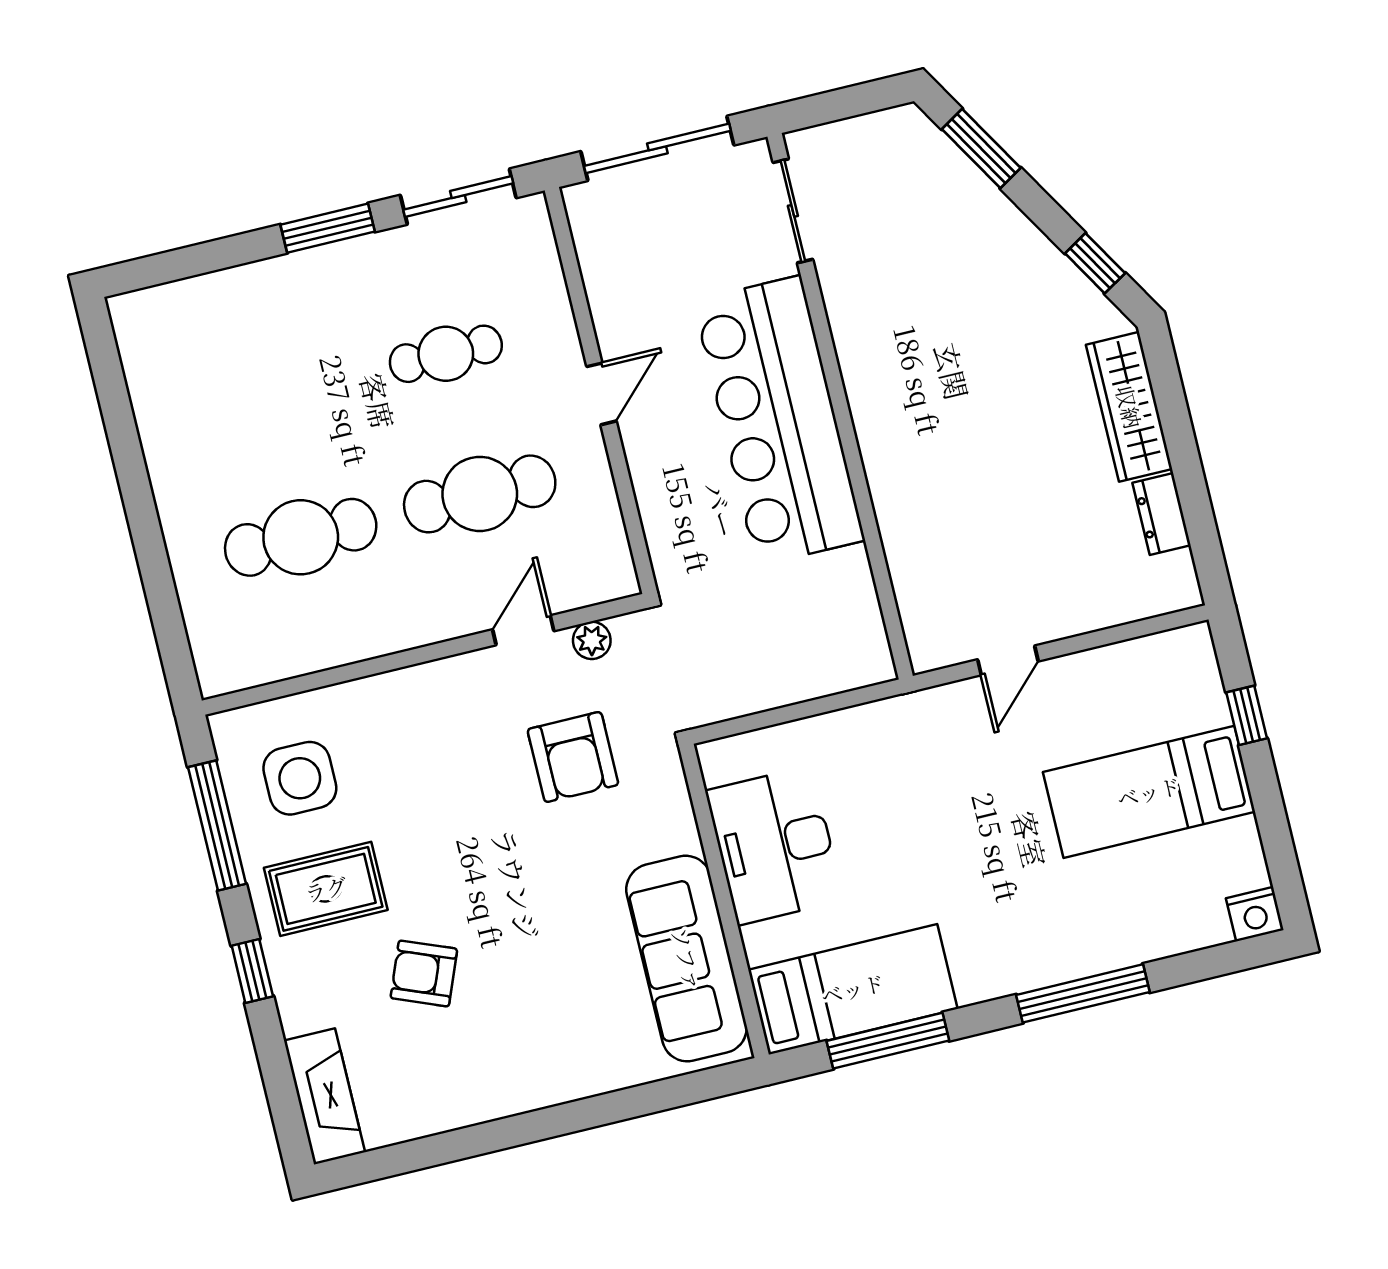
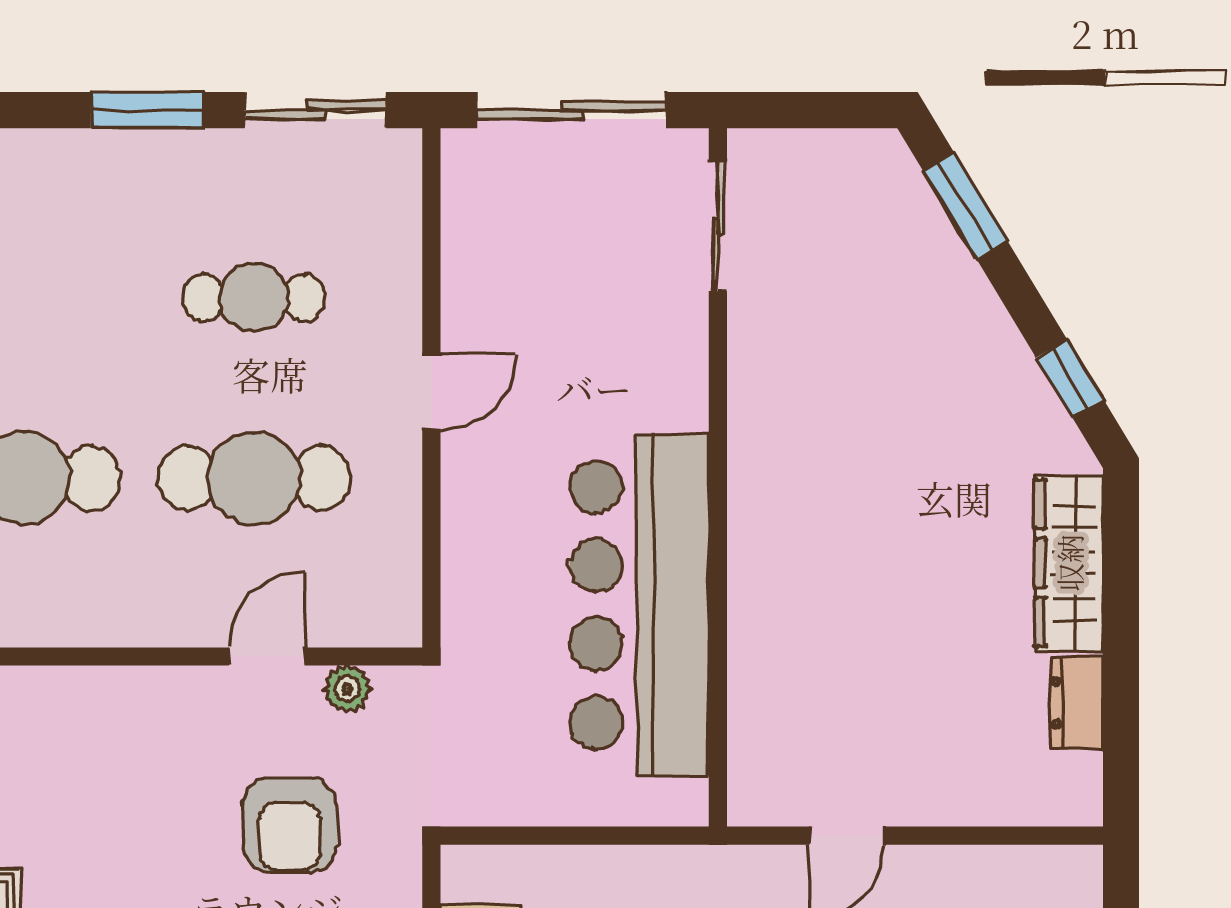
bar counter: (779, 421) -> (639, 605), moved

